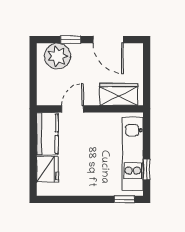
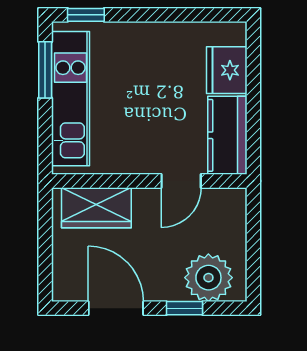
window: (147, 169) -> (45, 70), width x1.50

